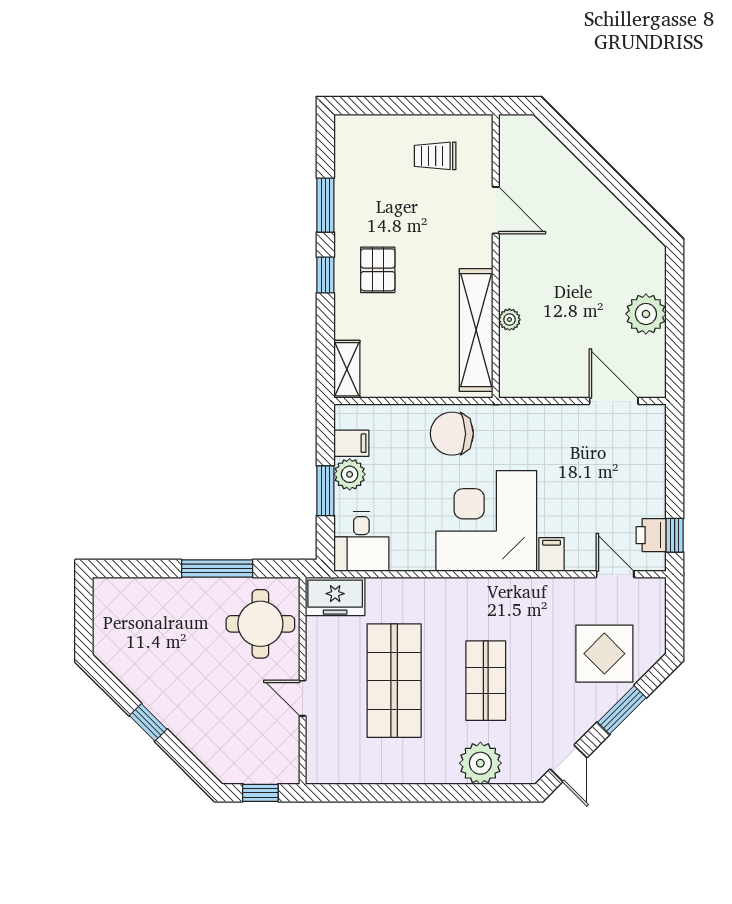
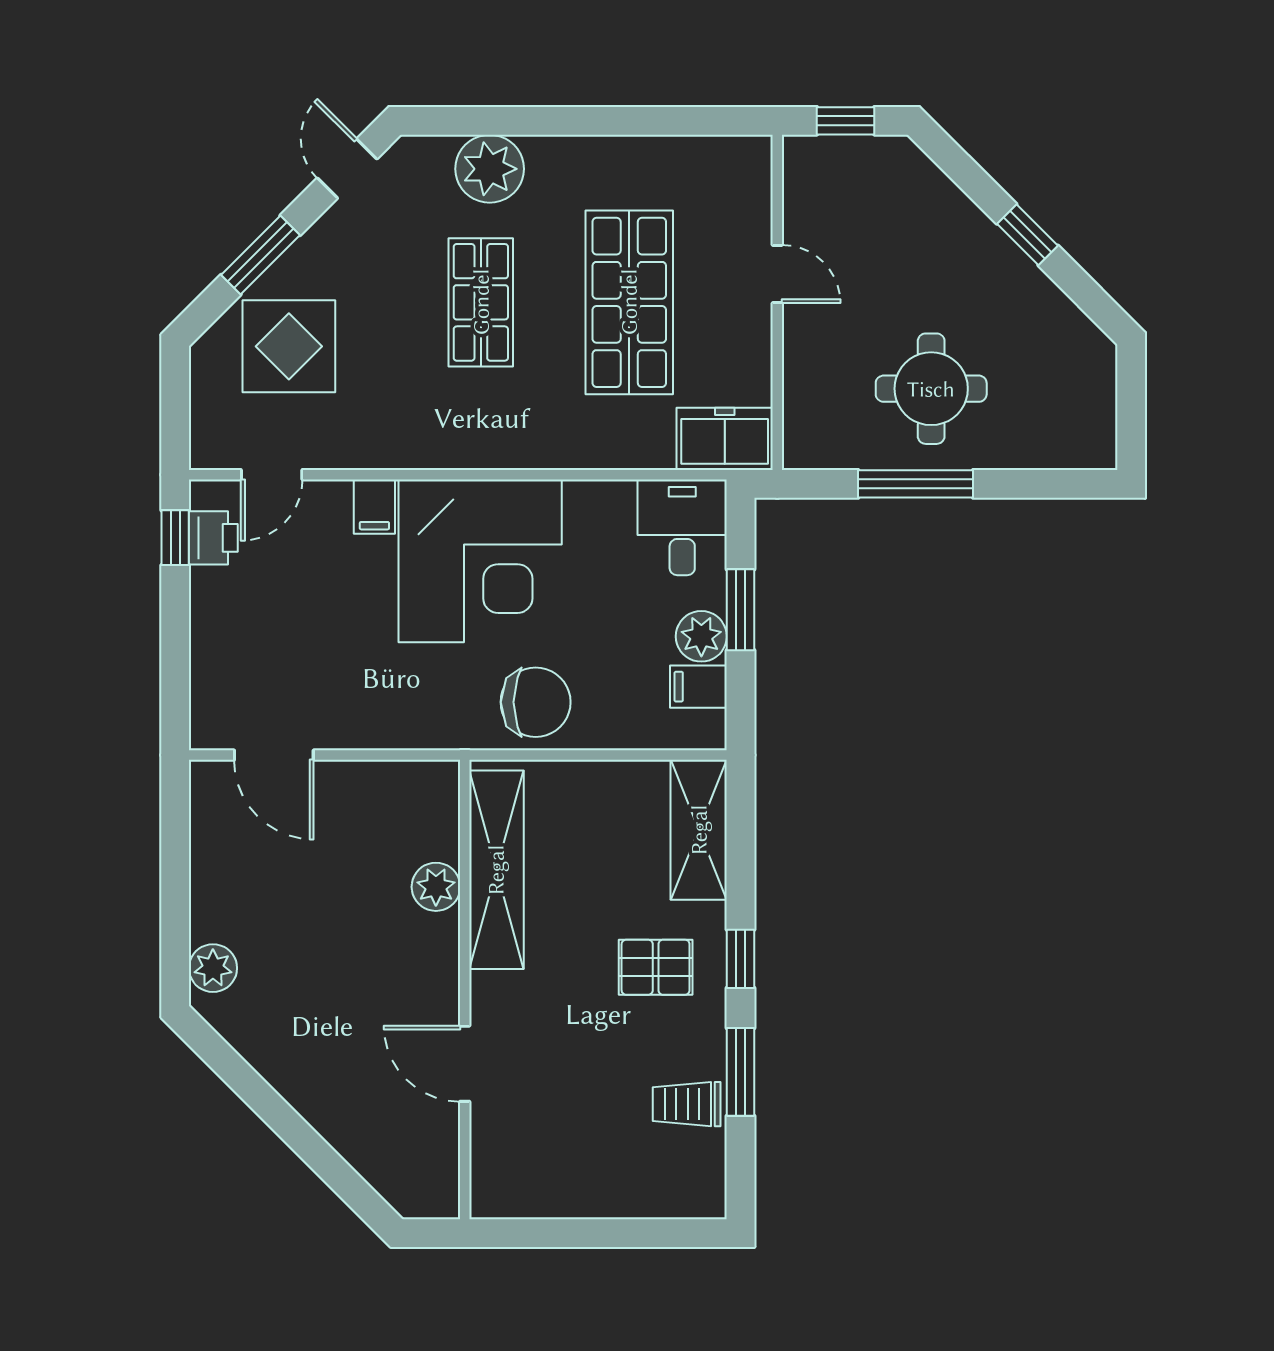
trolley: (435, 156) -> (687, 1104), moved, turned 180
pallet: (378, 270) -> (656, 967), turned 90
plant: (646, 314) -> (213, 968), moved, width x0.73, depth x0.73
plant: (509, 320) -> (436, 887), width x1.38, depth x1.38
shelving: (347, 369) -> (699, 830), width x1.50, depth x1.33
door: (615, 574) -> (272, 475), hinge flipped
round table: (260, 624) -> (931, 389), moved

